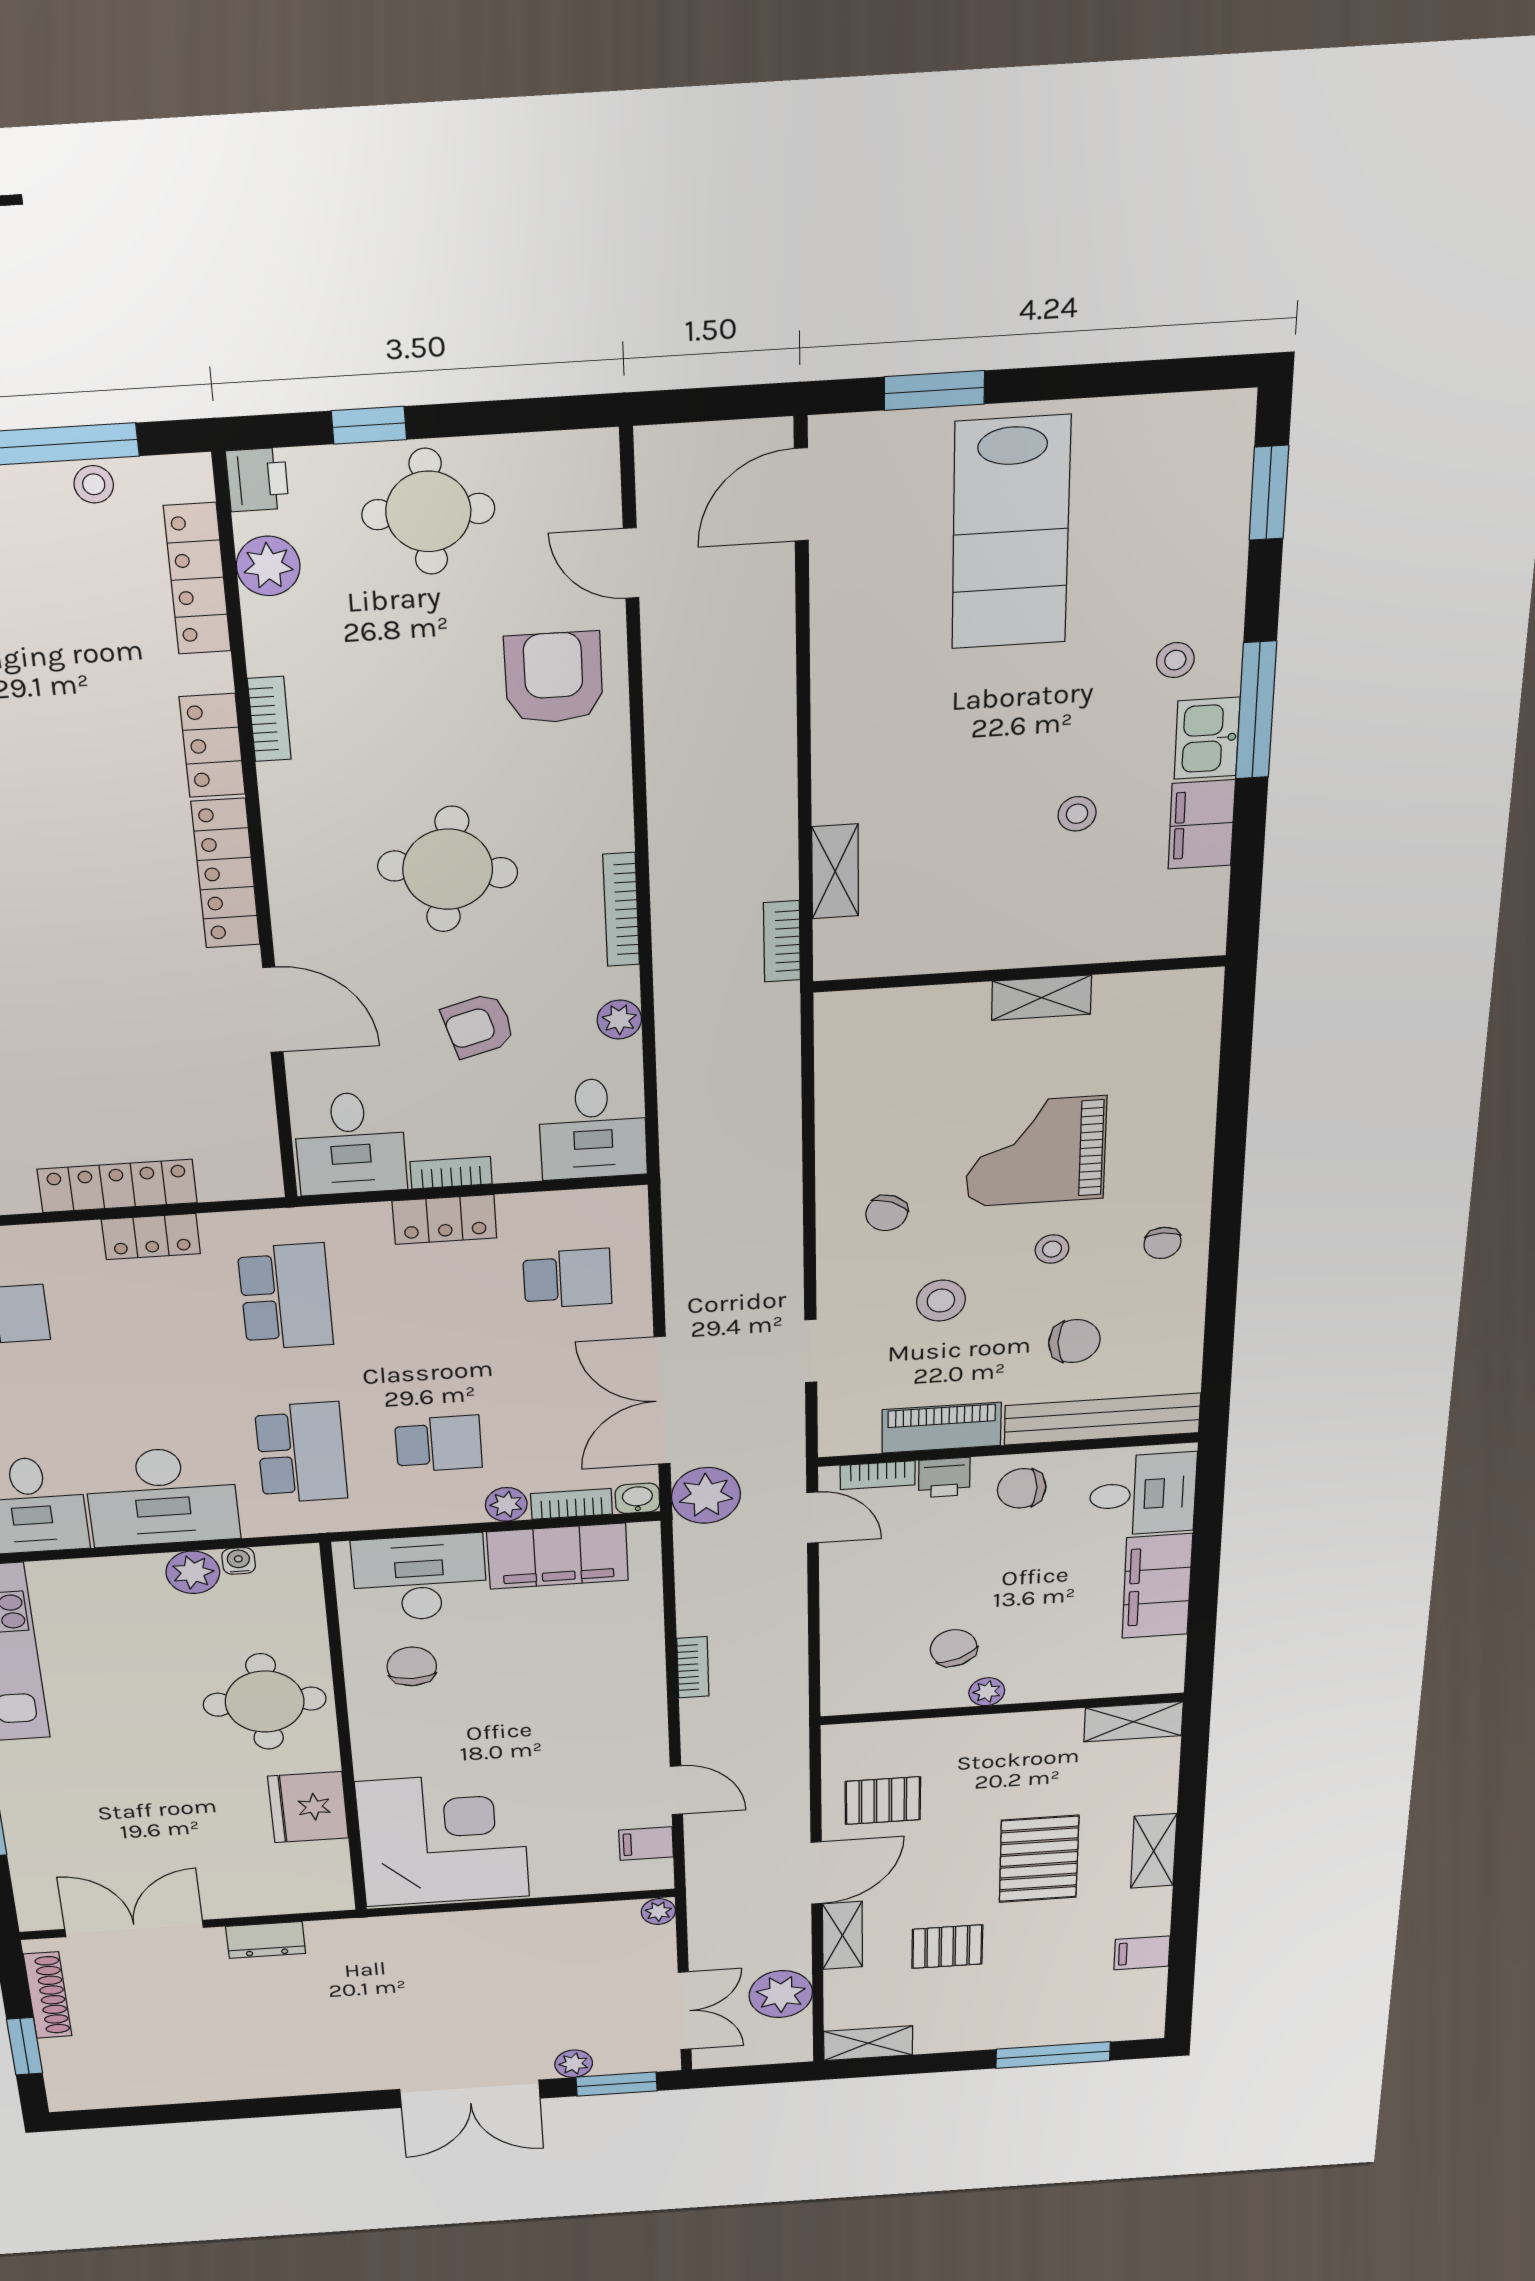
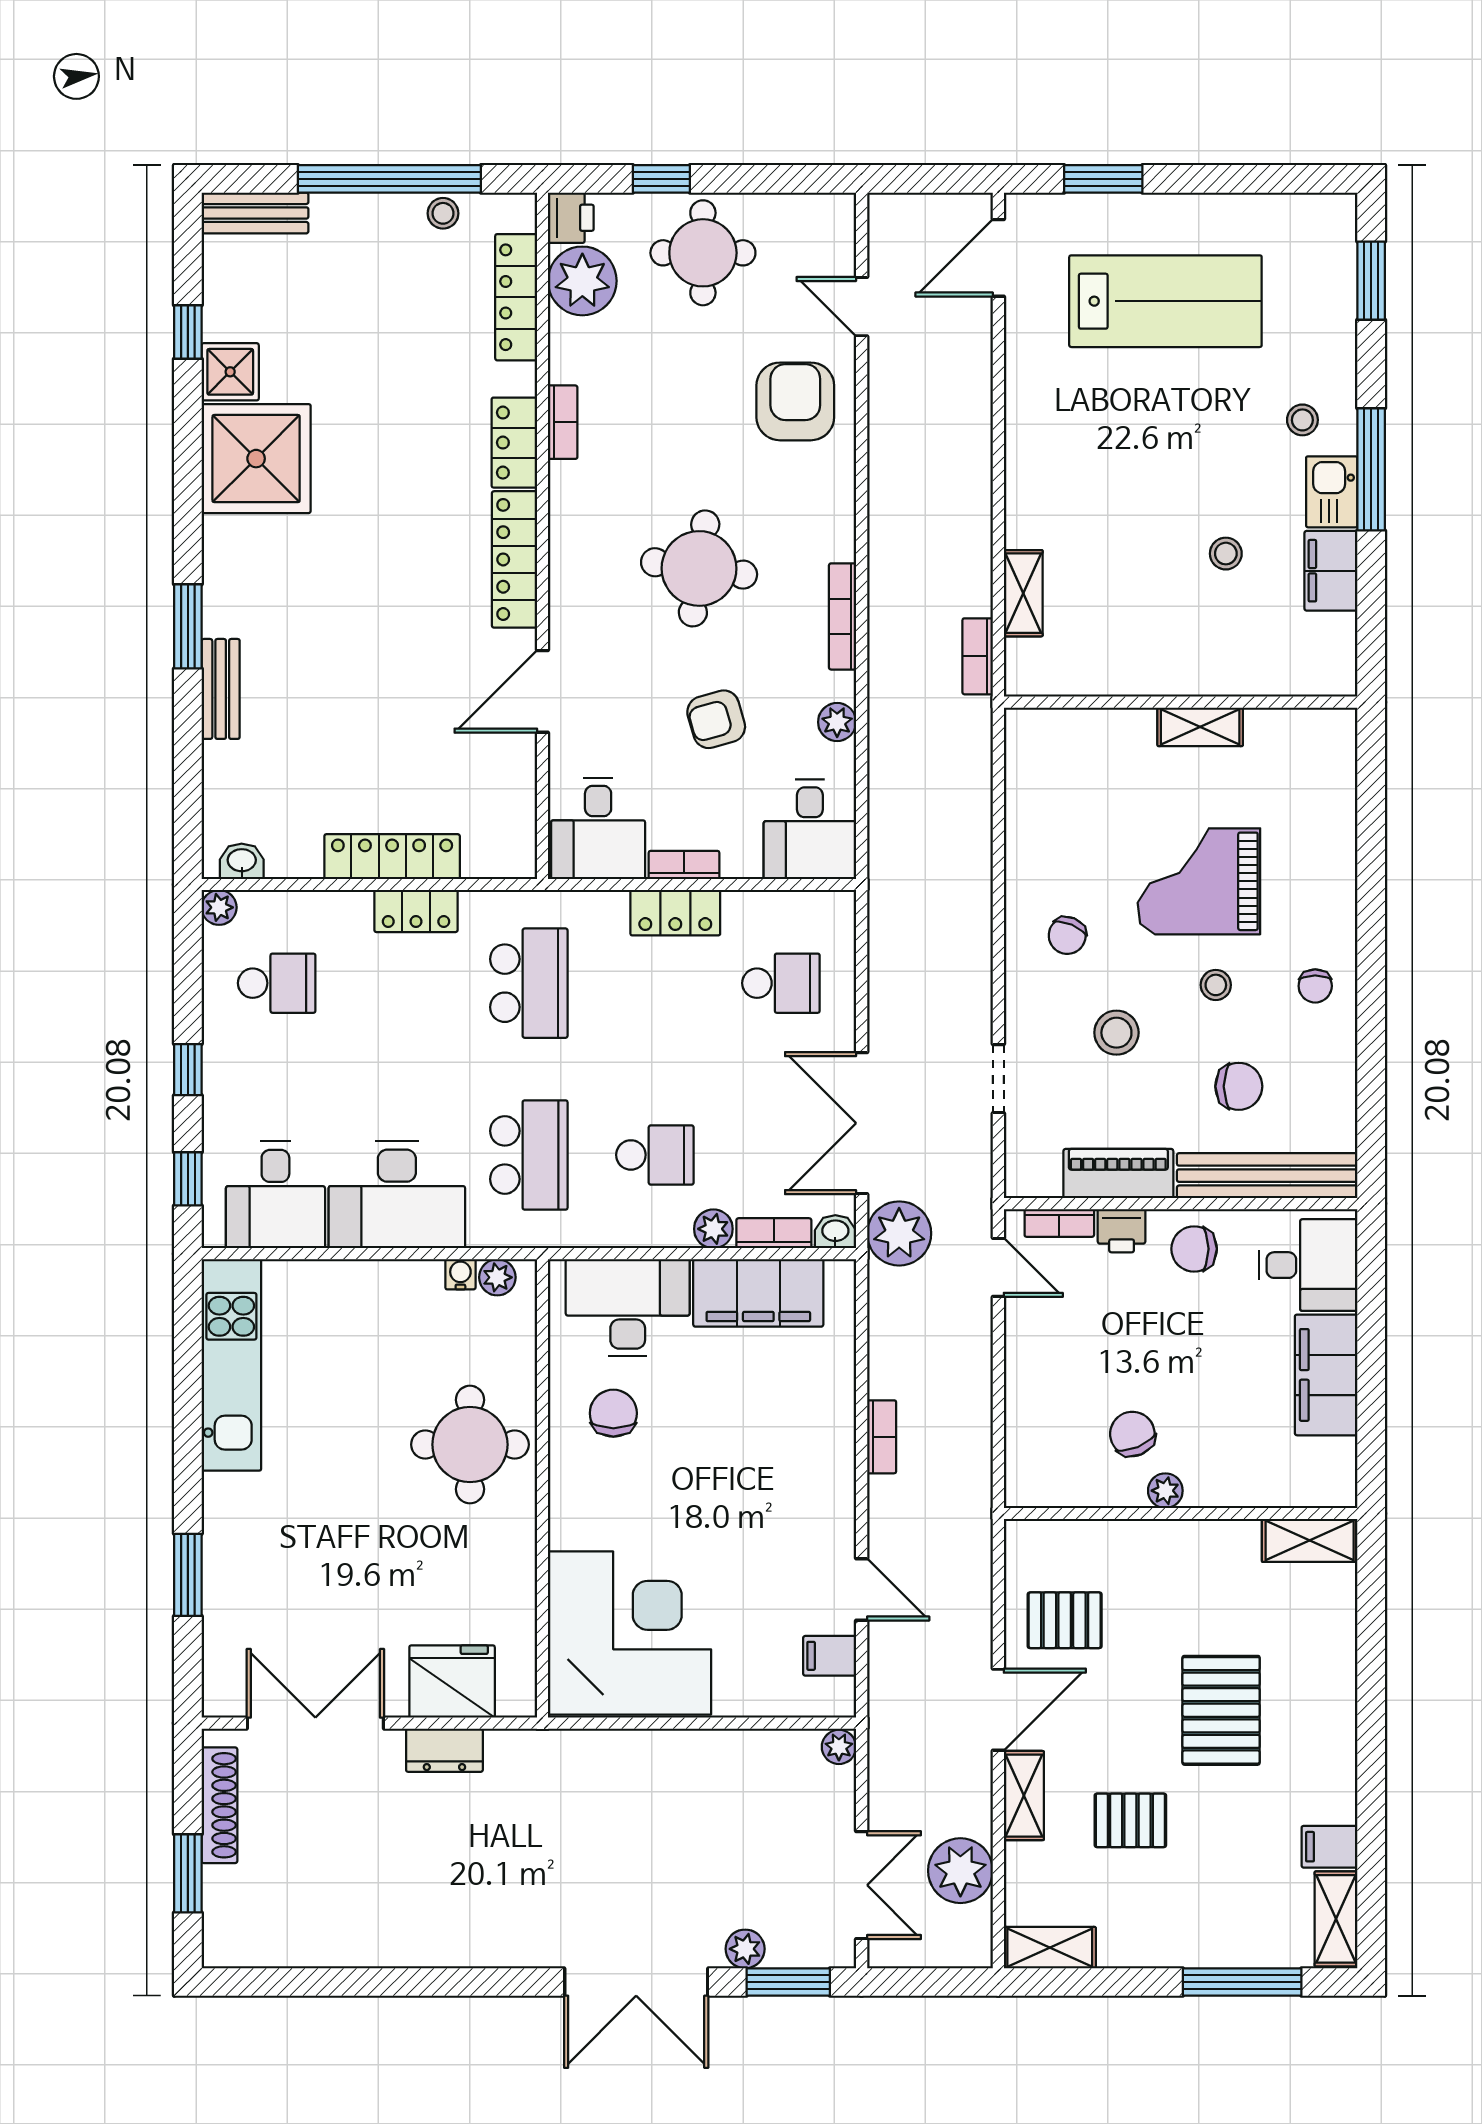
lab bench: (1011, 533) -> (1165, 301), turned -90
plant: (268, 566) -> (582, 281), width x1.36, depth x1.36
door: (273, 1010) -> (543, 691), swing flipped
plant: (193, 1572) -> (497, 1277), moved, width x0.73, depth x0.73
fridge: (308, 1807) -> (452, 1681), moved, turned 90
shelving: (1154, 1851) -> (1336, 1919), moved

